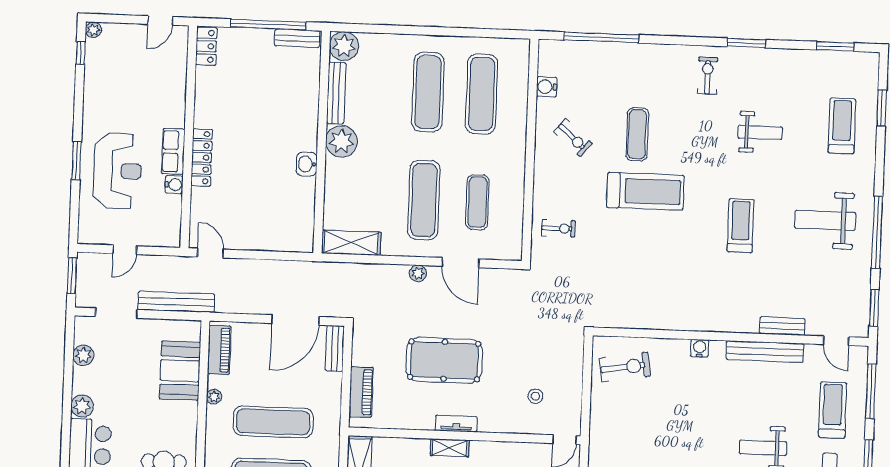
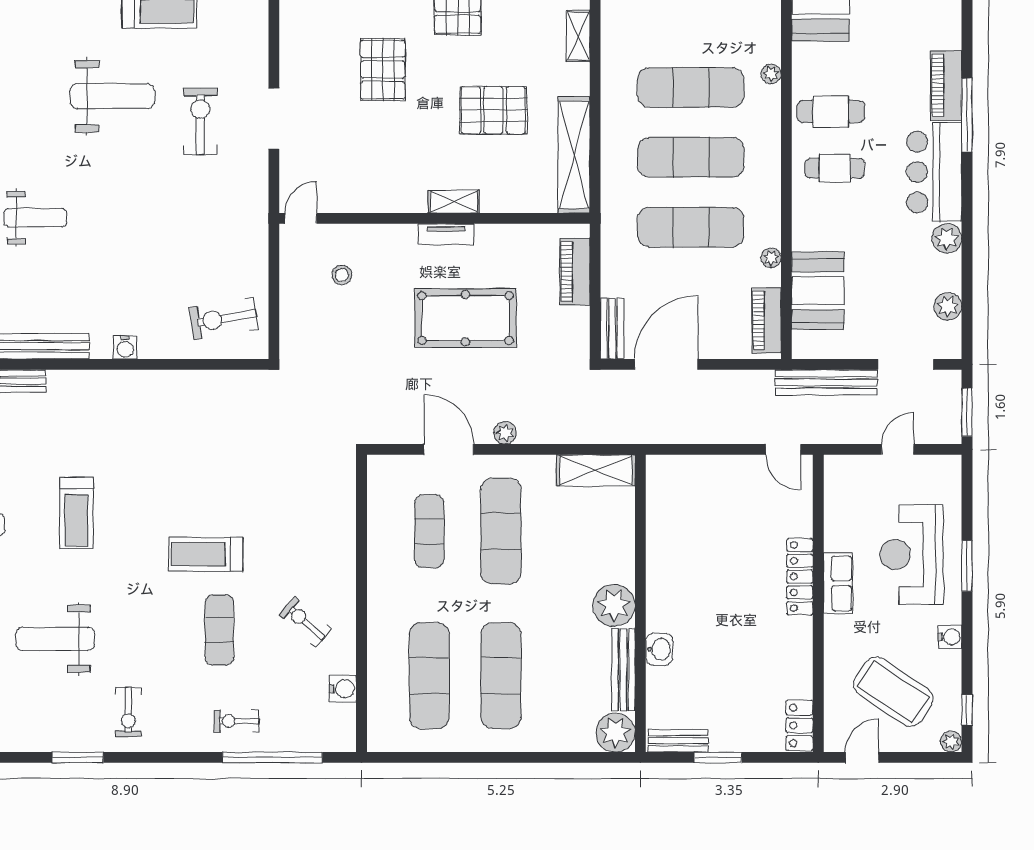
window: (268, 25) -> (718, 757), width x0.47
coffee table: (135, 69) -> (893, 692), added
weight bench: (760, 132) -> (55, 639), width x1.36, depth x1.33
washbasin: (307, 164) -> (659, 649), moved
water cooler: (174, 185) -> (950, 637), moved, turned 180
treadmill: (645, 191) -> (206, 554), width x0.73, depth x0.73
exercise bike: (558, 228) -> (237, 721), moved

